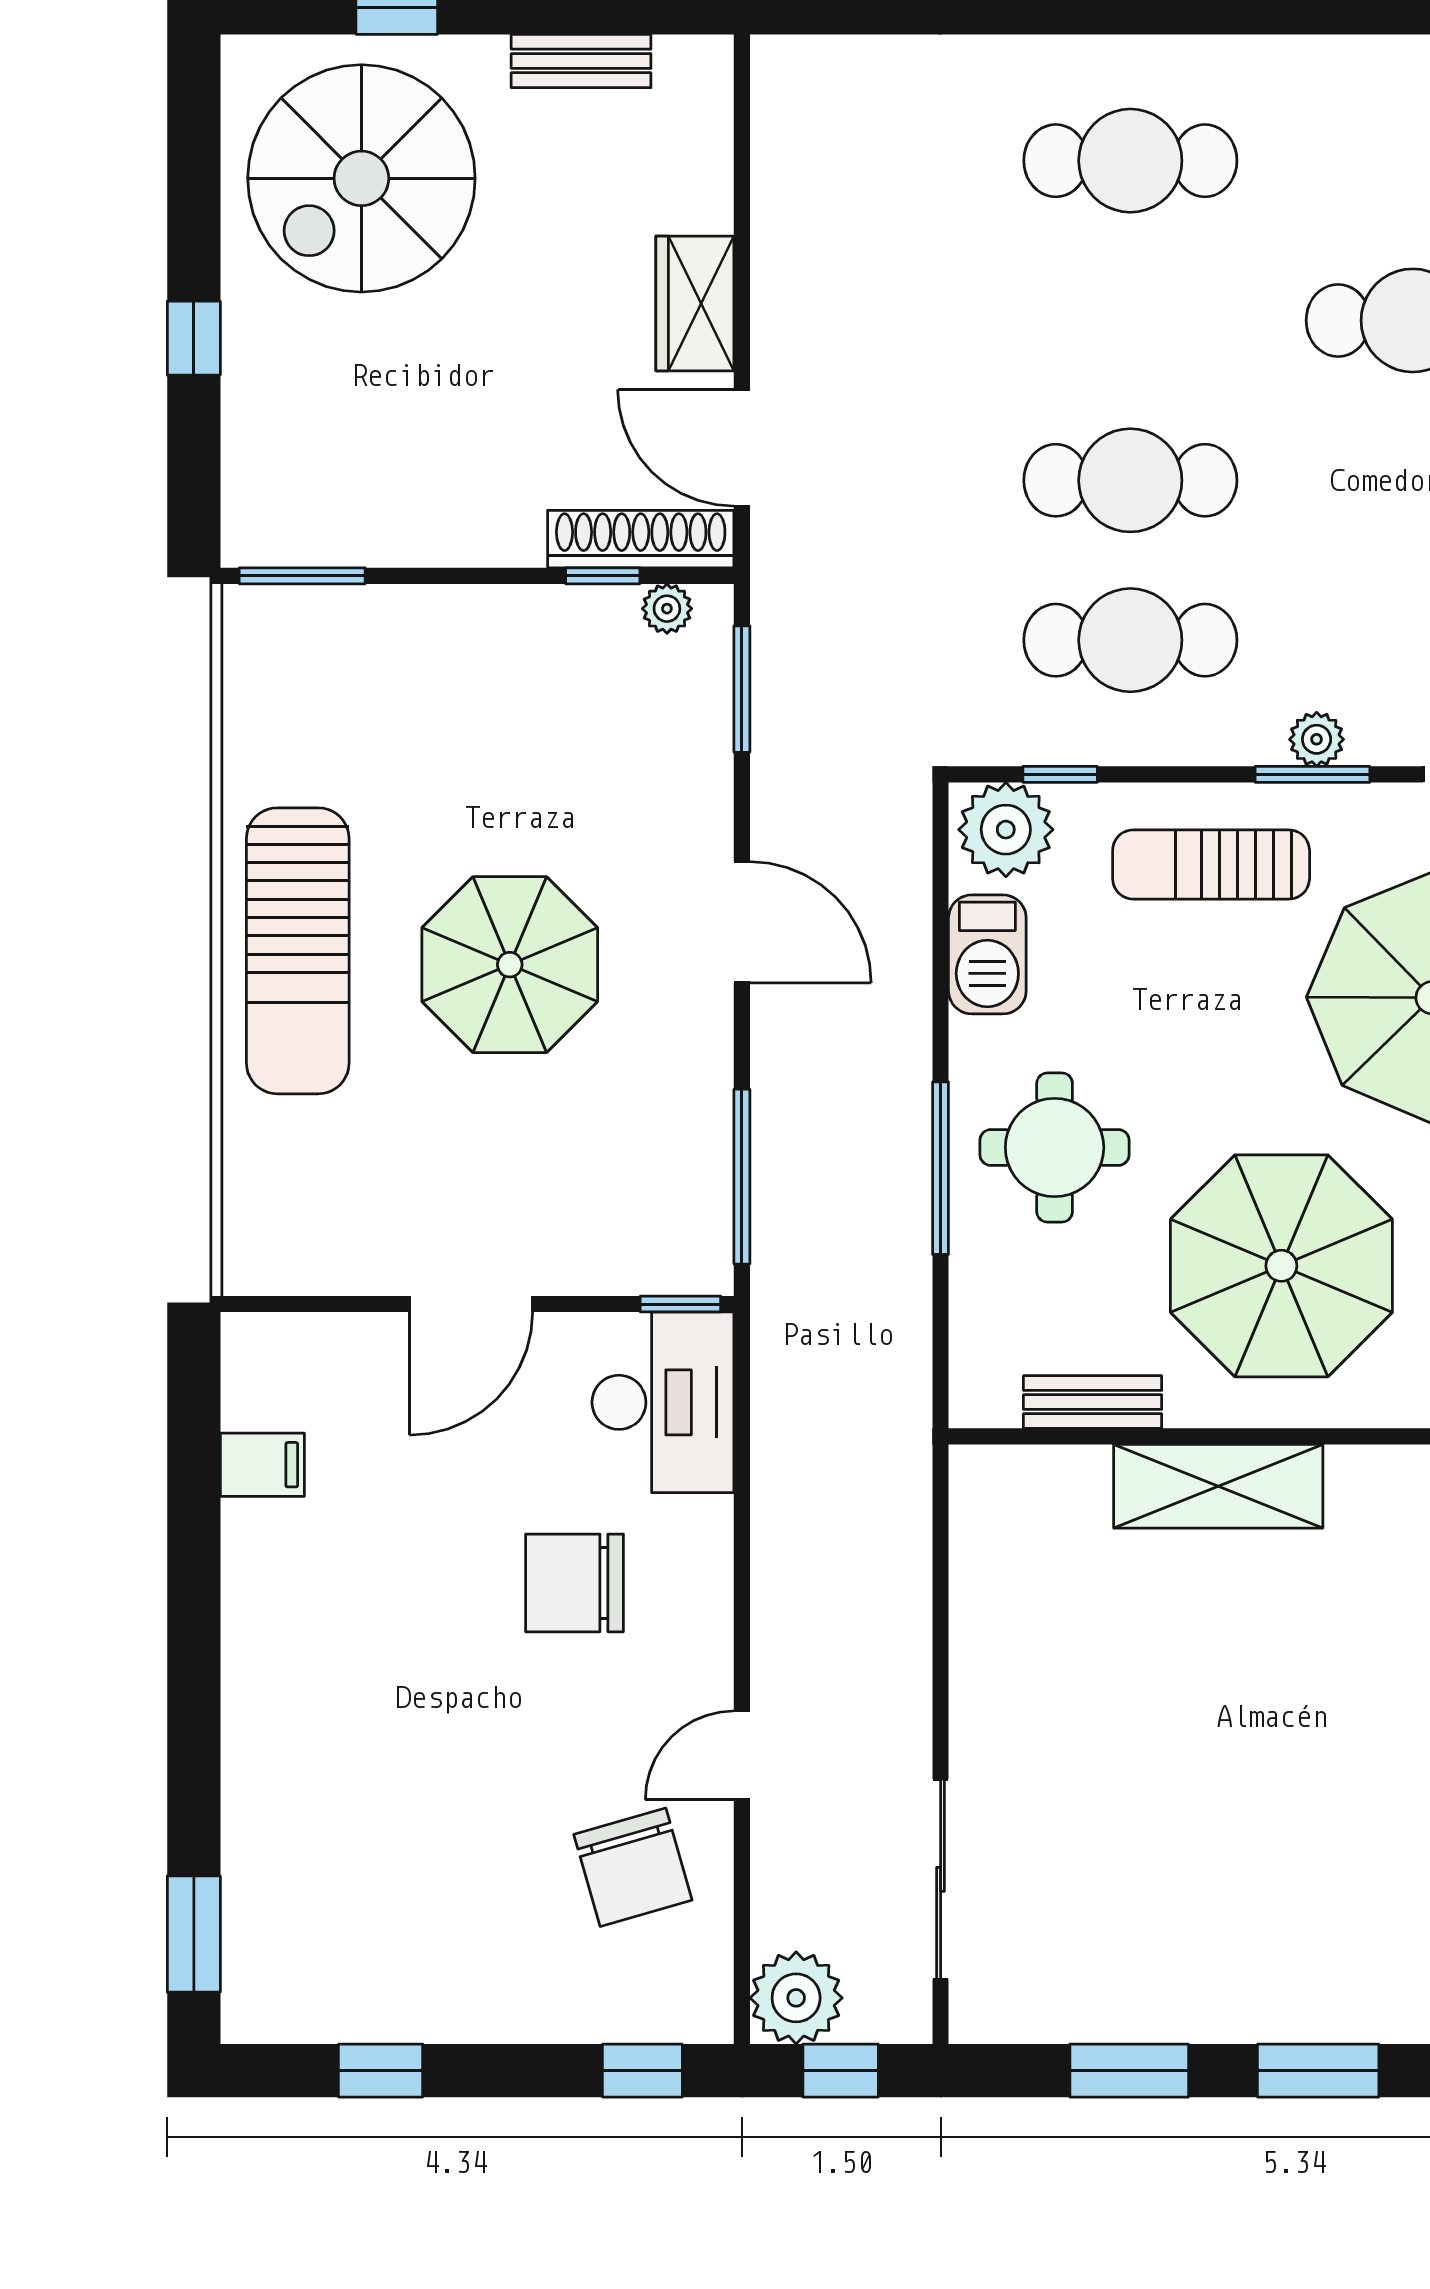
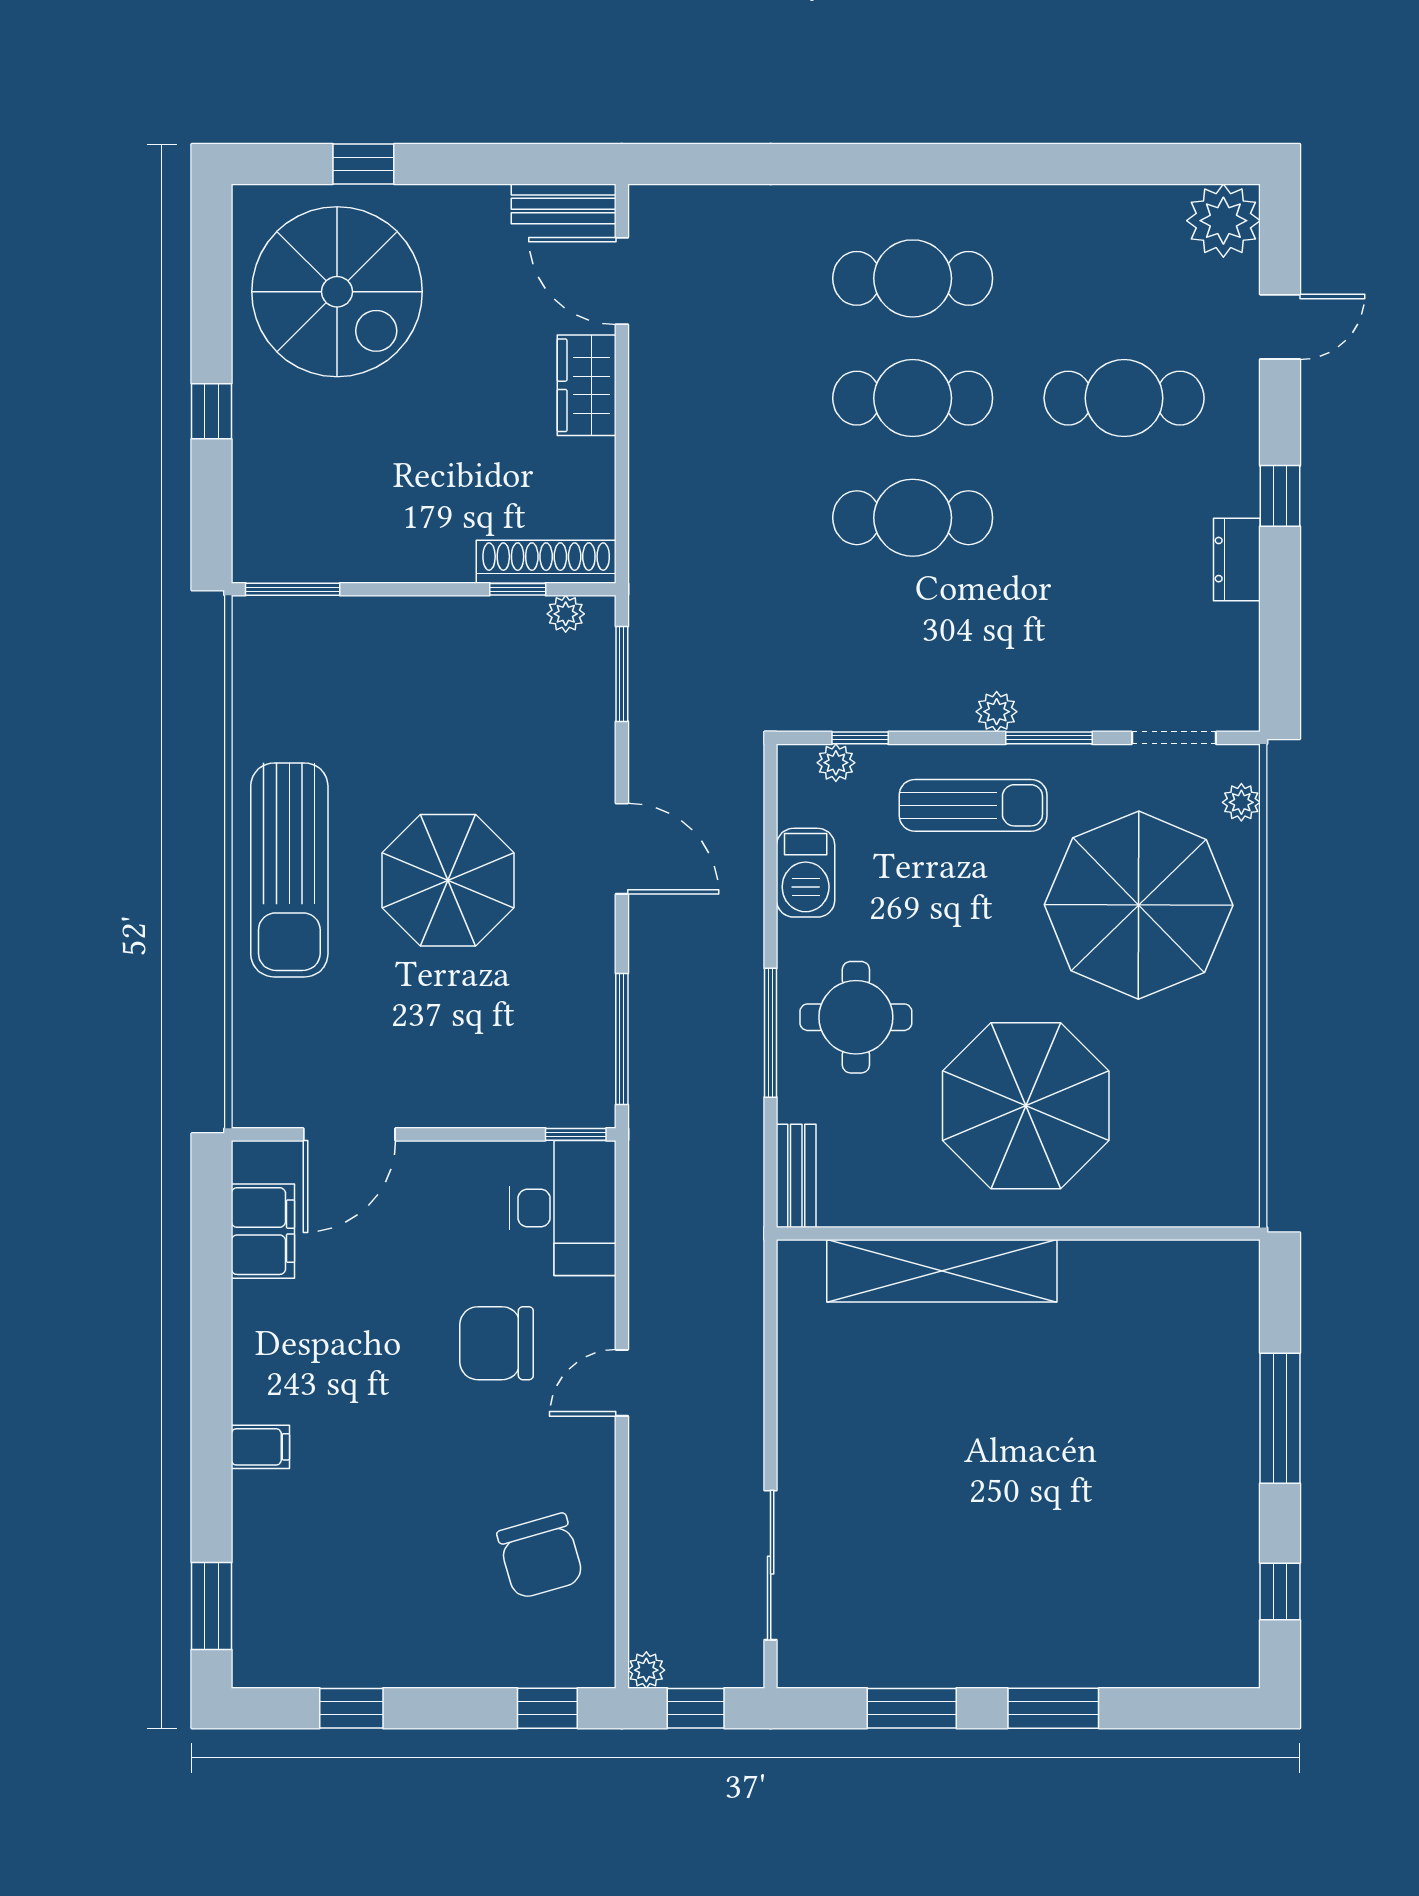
bench: (581, 61) -> (564, 204), moved
spiral stairs: (361, 178) -> (337, 292), turned -90
door: (742, 448) -> (622, 281), moved
cafe table: (1130, 640) -> (913, 398), moved
plant: (1317, 739) -> (997, 712), moved
plant: (1006, 830) -> (836, 763), width x0.53, depth x0.53
sun lounger: (1211, 864) -> (973, 805), turned 180
door: (471, 1304) -> (349, 1134), moved
bench: (1093, 1402) -> (796, 1176), moved, turned 90
filing cabinet: (262, 1465) -> (263, 1231), width x2.00
shelving: (1218, 1486) -> (942, 1271), width x1.47
filing cabinet: (259, 1721) -> (260, 1447), added
door: (742, 1755) -> (622, 1383), moved
plant: (796, 1998) -> (646, 1670), width x0.53, depth x0.53

